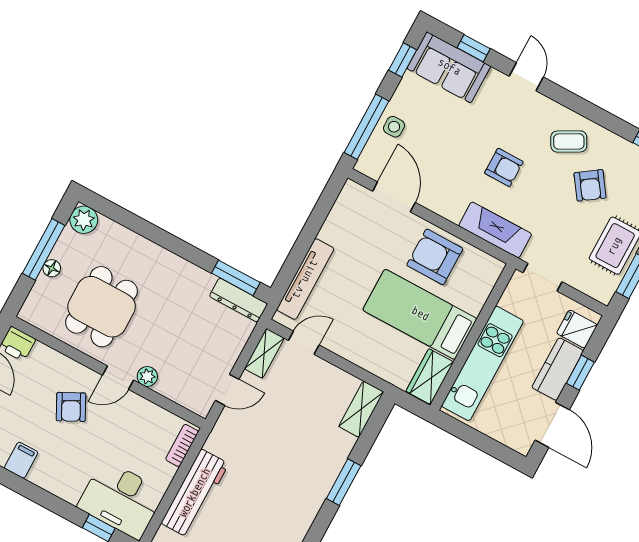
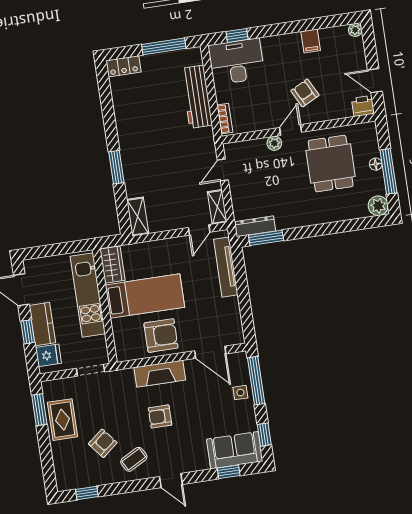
door: (526, 77) -> (171, 480), moved
armchair: (590, 185) -> (103, 443), turned 86
fireplace: (495, 230) -> (160, 374), moved

